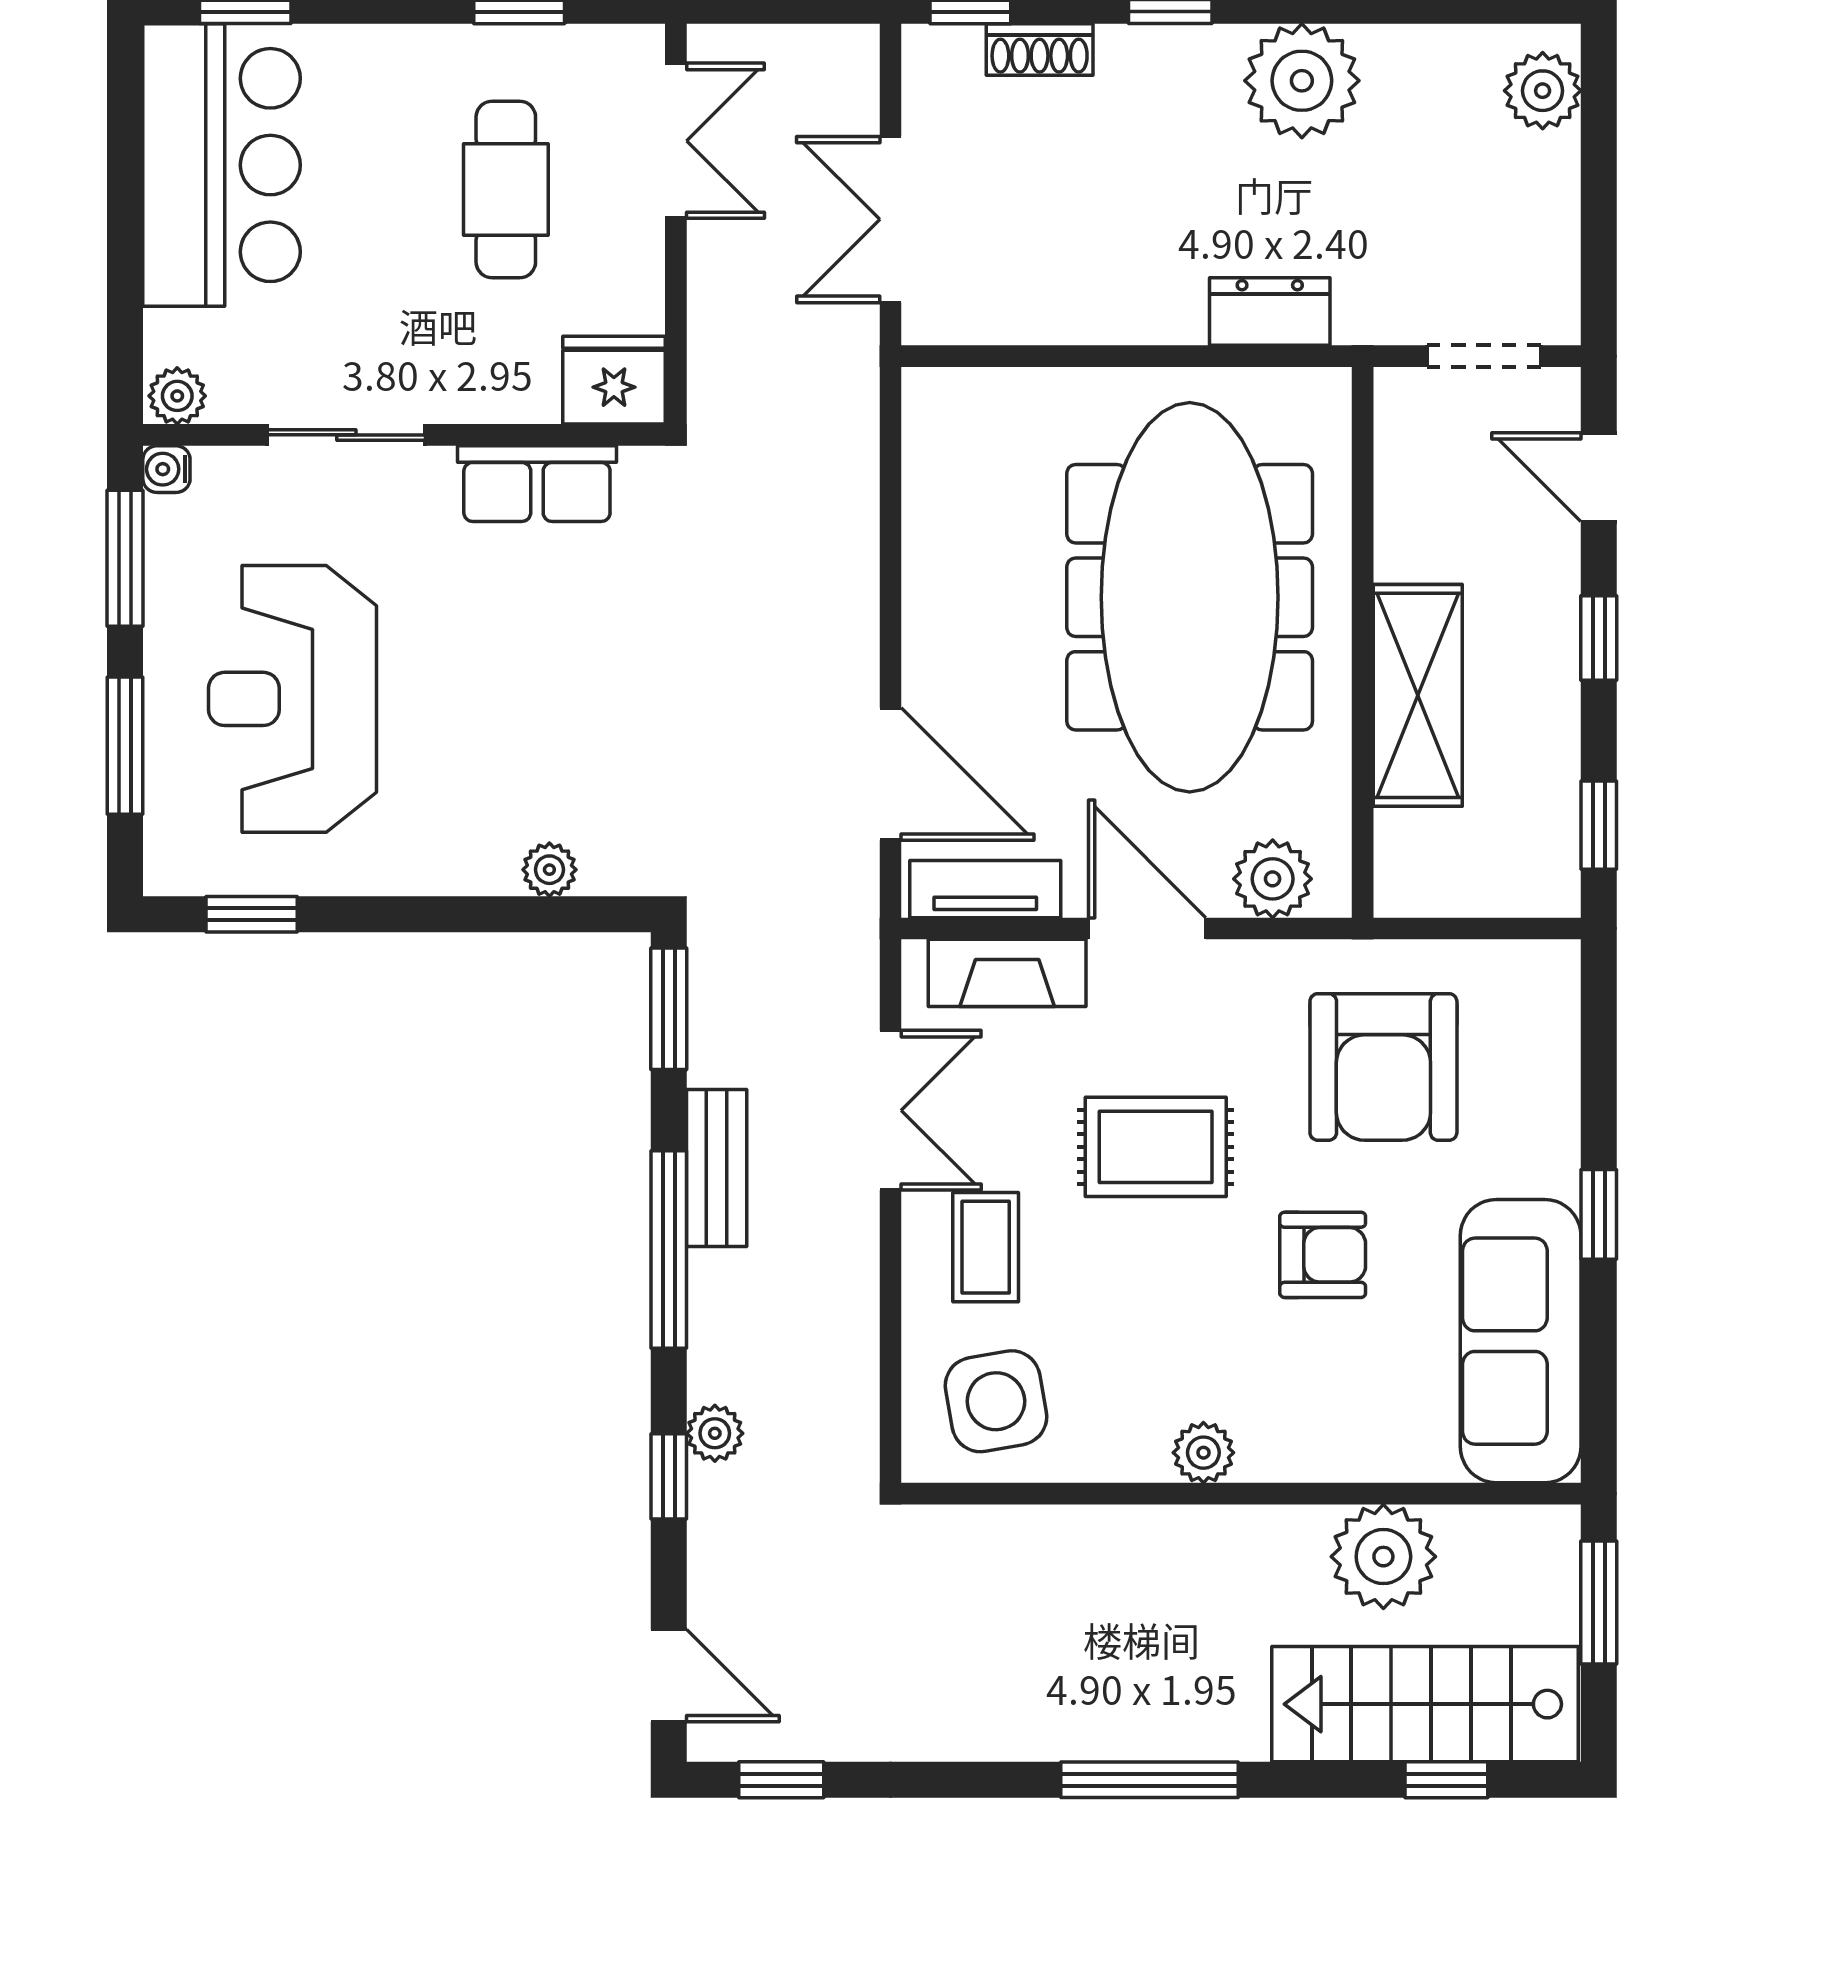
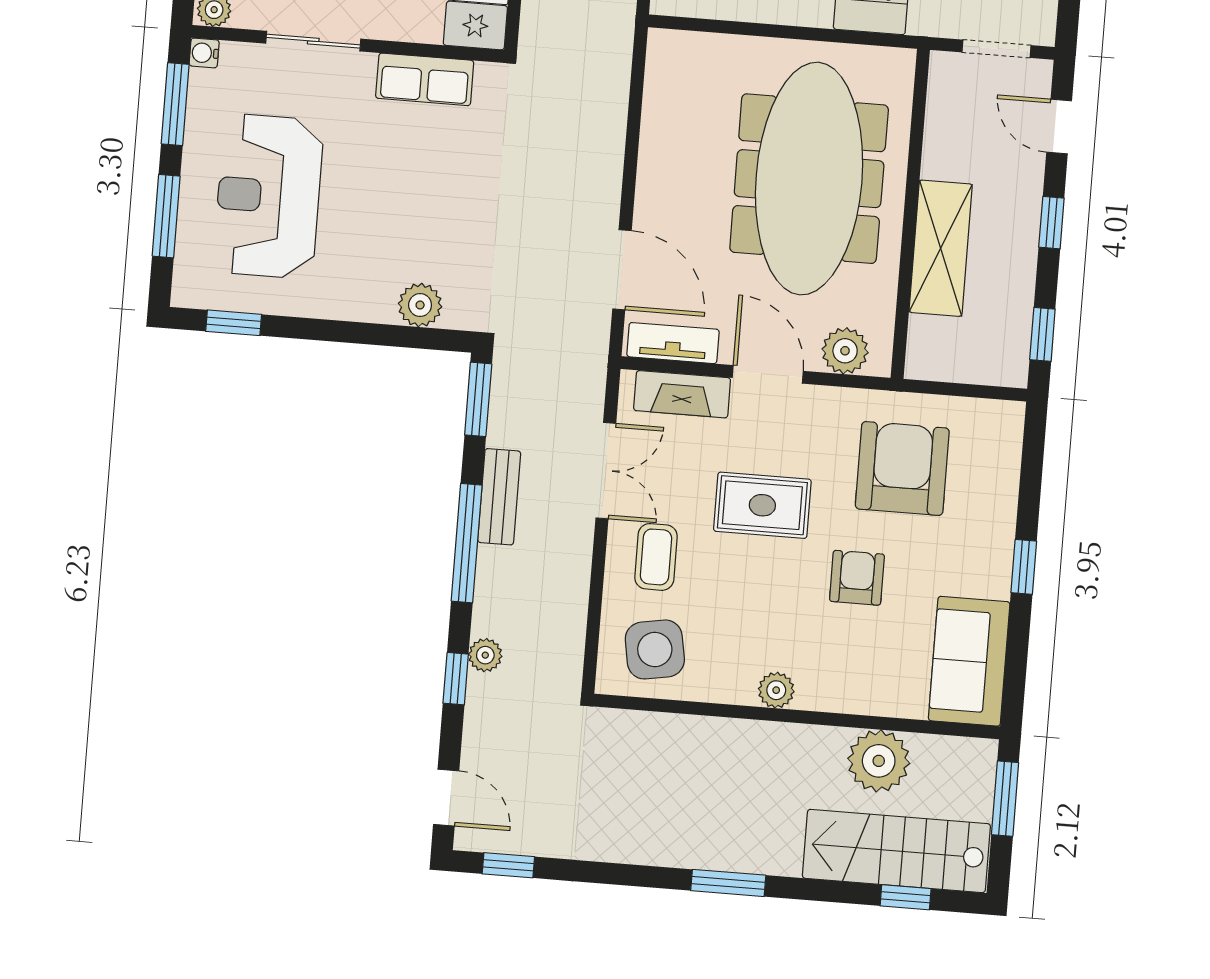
plant: (549, 870) -> (420, 305), width x1.38, depth x1.38
armchair: (1383, 1067) -> (902, 468), turned 180
armchair: (1323, 1255) -> (857, 578), turned -90
sofa: (1521, 1341) -> (969, 661), width x0.73
window: (1149, 1780) -> (728, 883), width x0.69

